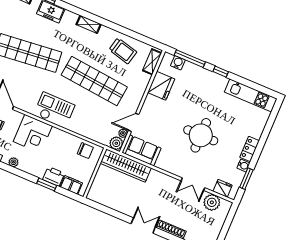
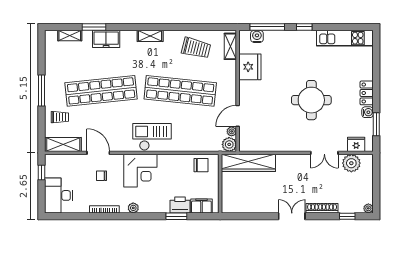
sofa: (142, 150) -> (258, 141), removed

